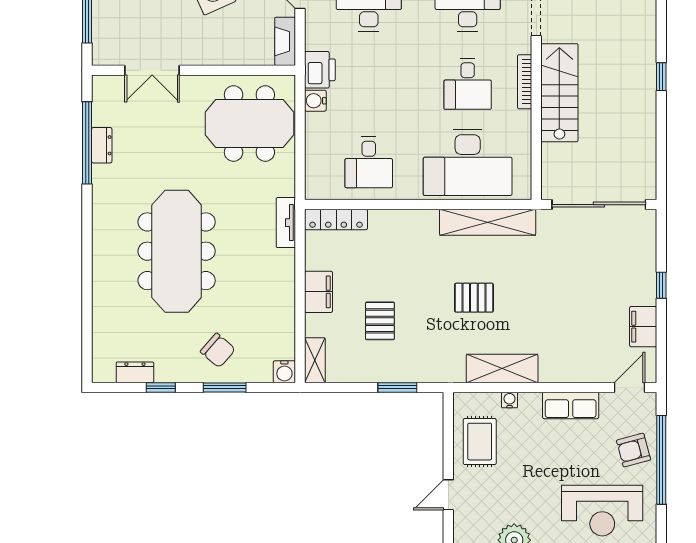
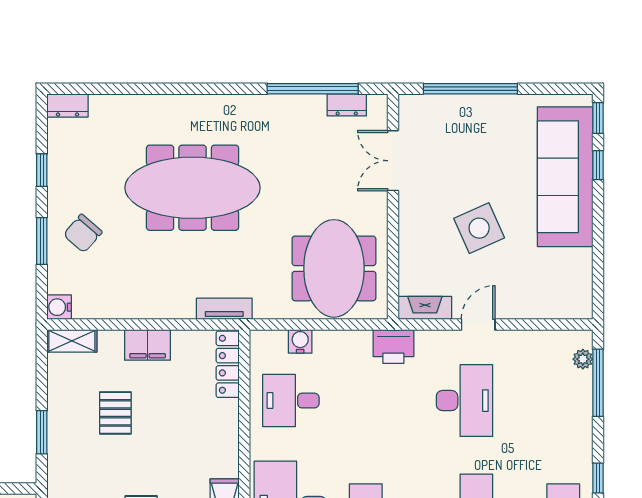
water cooler: (315, 101) -> (300, 341), moved
dresser: (102, 145) -> (347, 105), moved
pallet: (380, 321) -> (115, 413), turned 90
dresser: (135, 372) -> (68, 105), moved, turned 90

